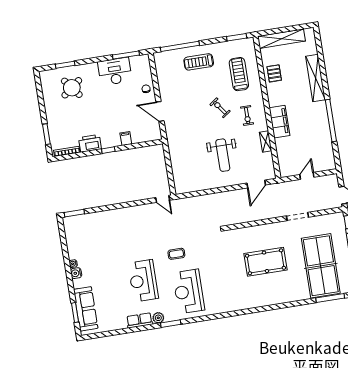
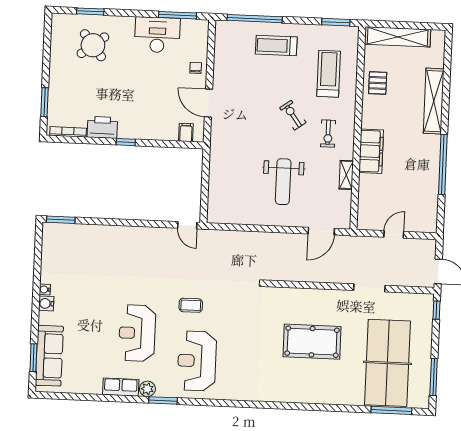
filing cabinet: (126, 139) -> (186, 132), moved

